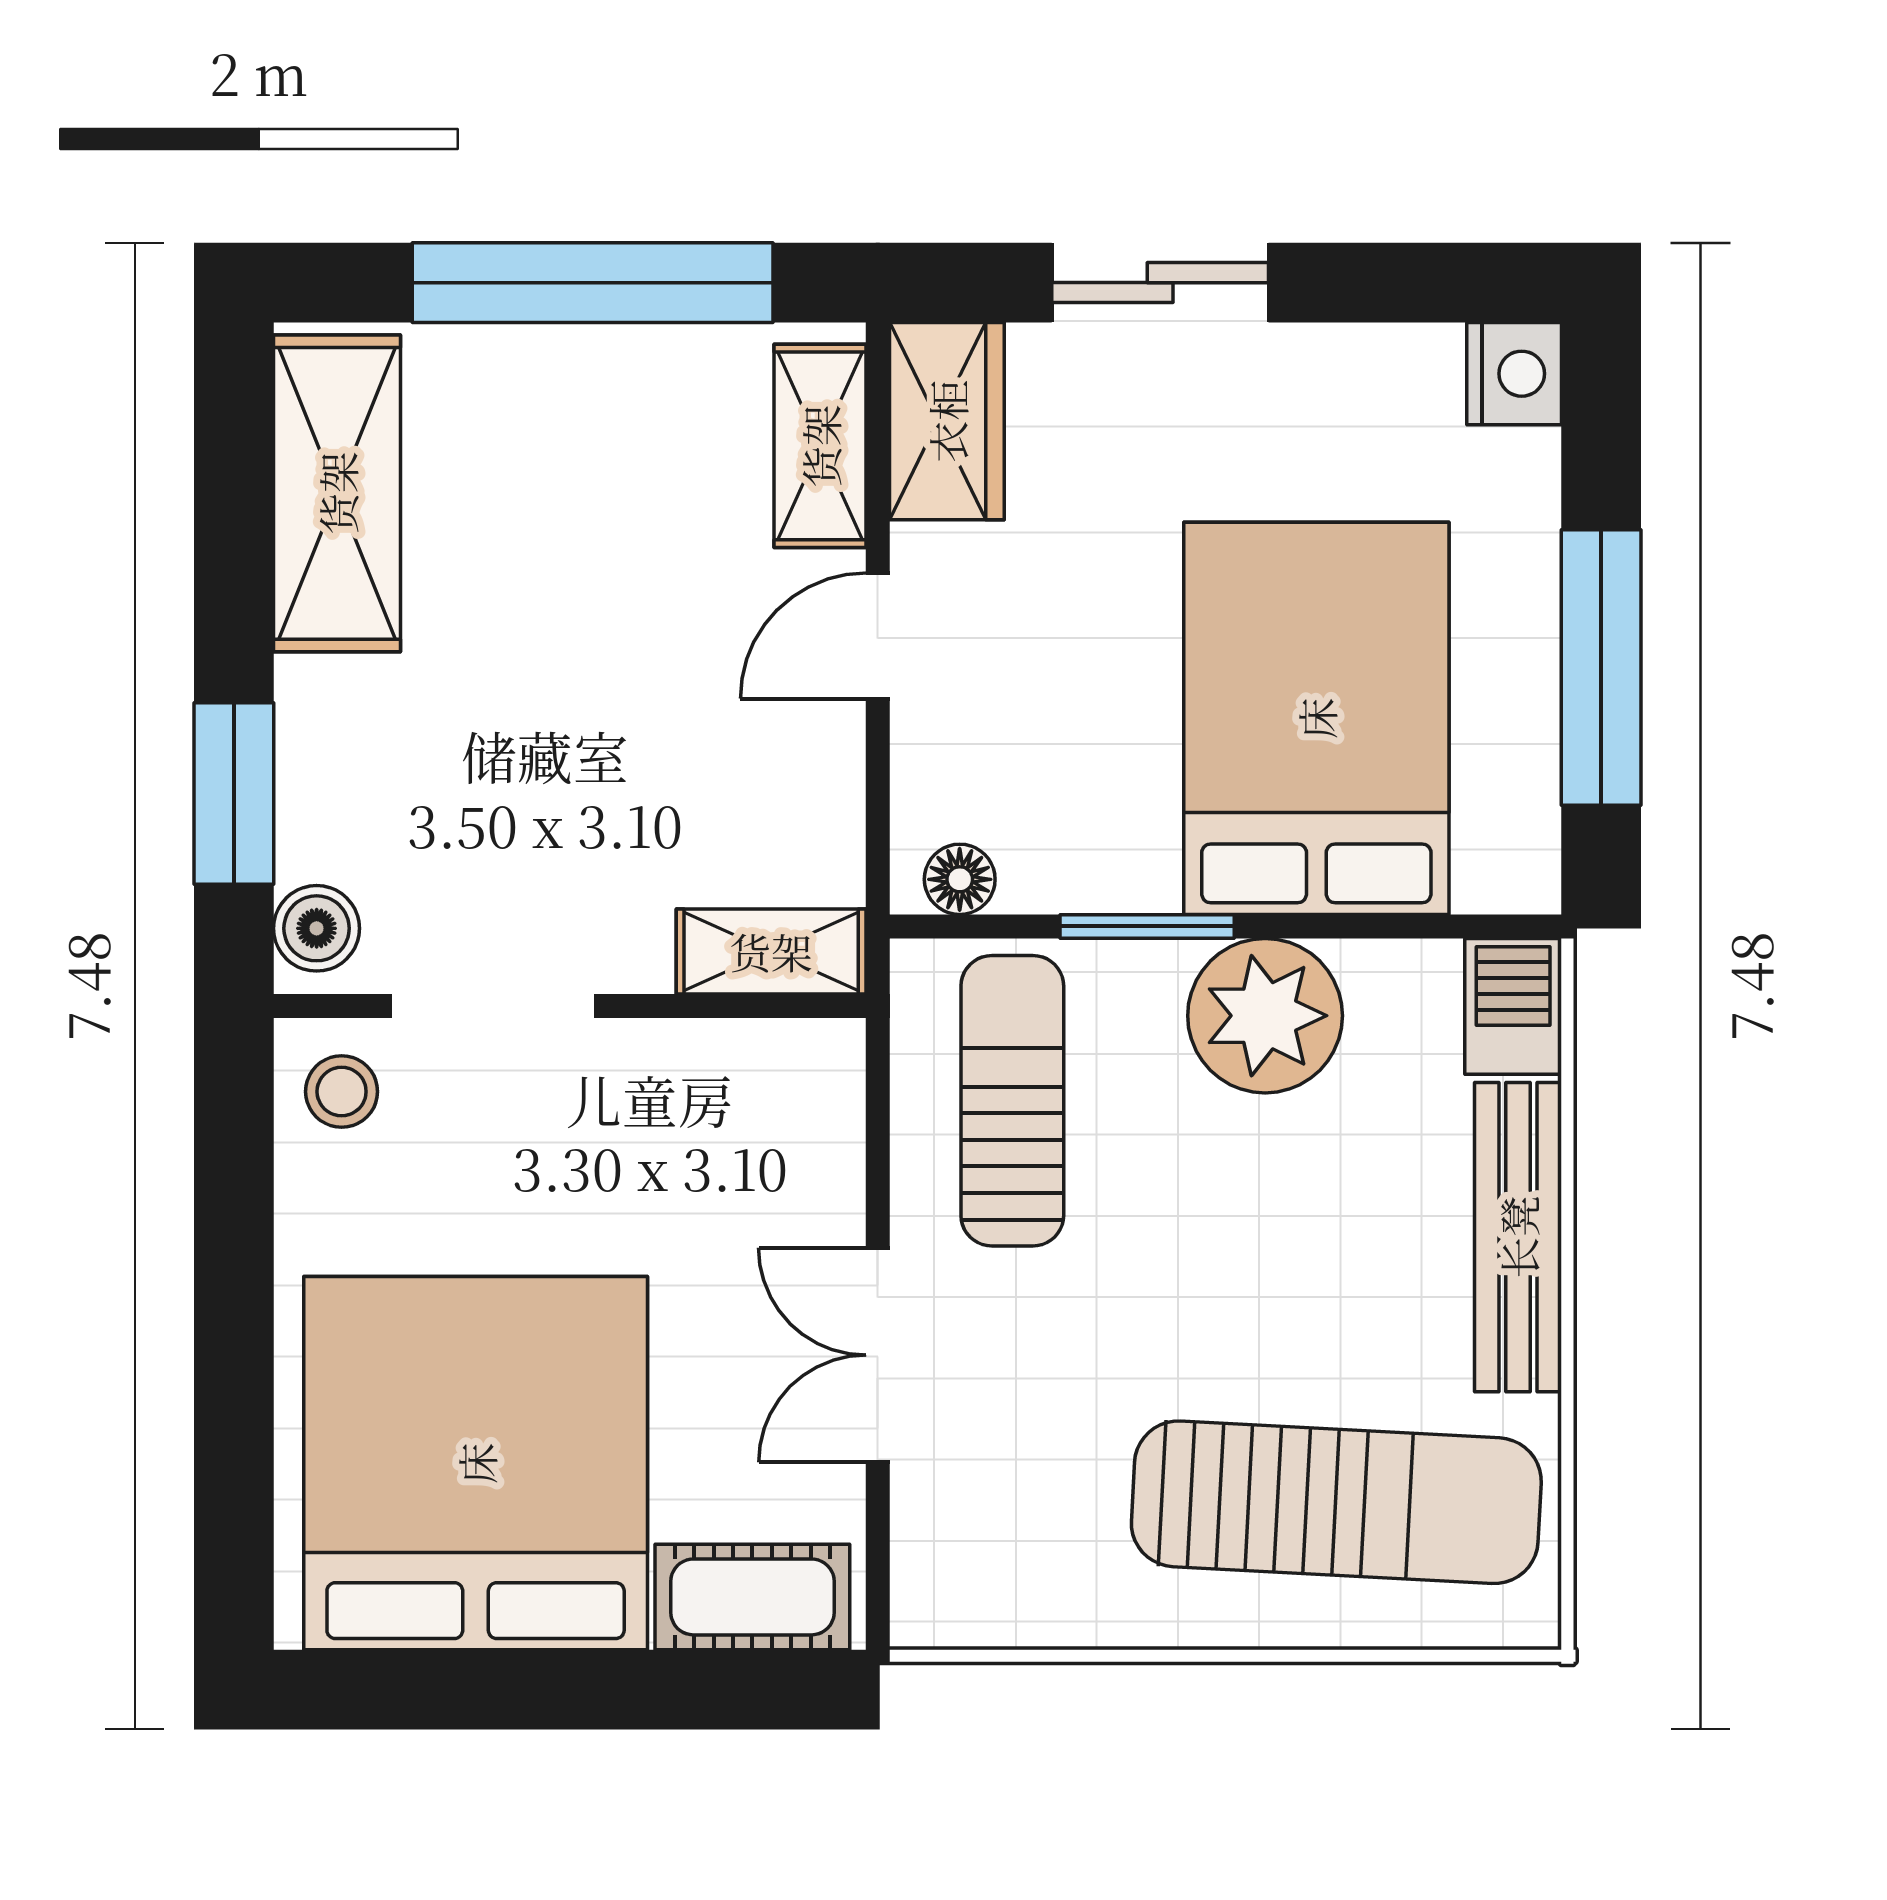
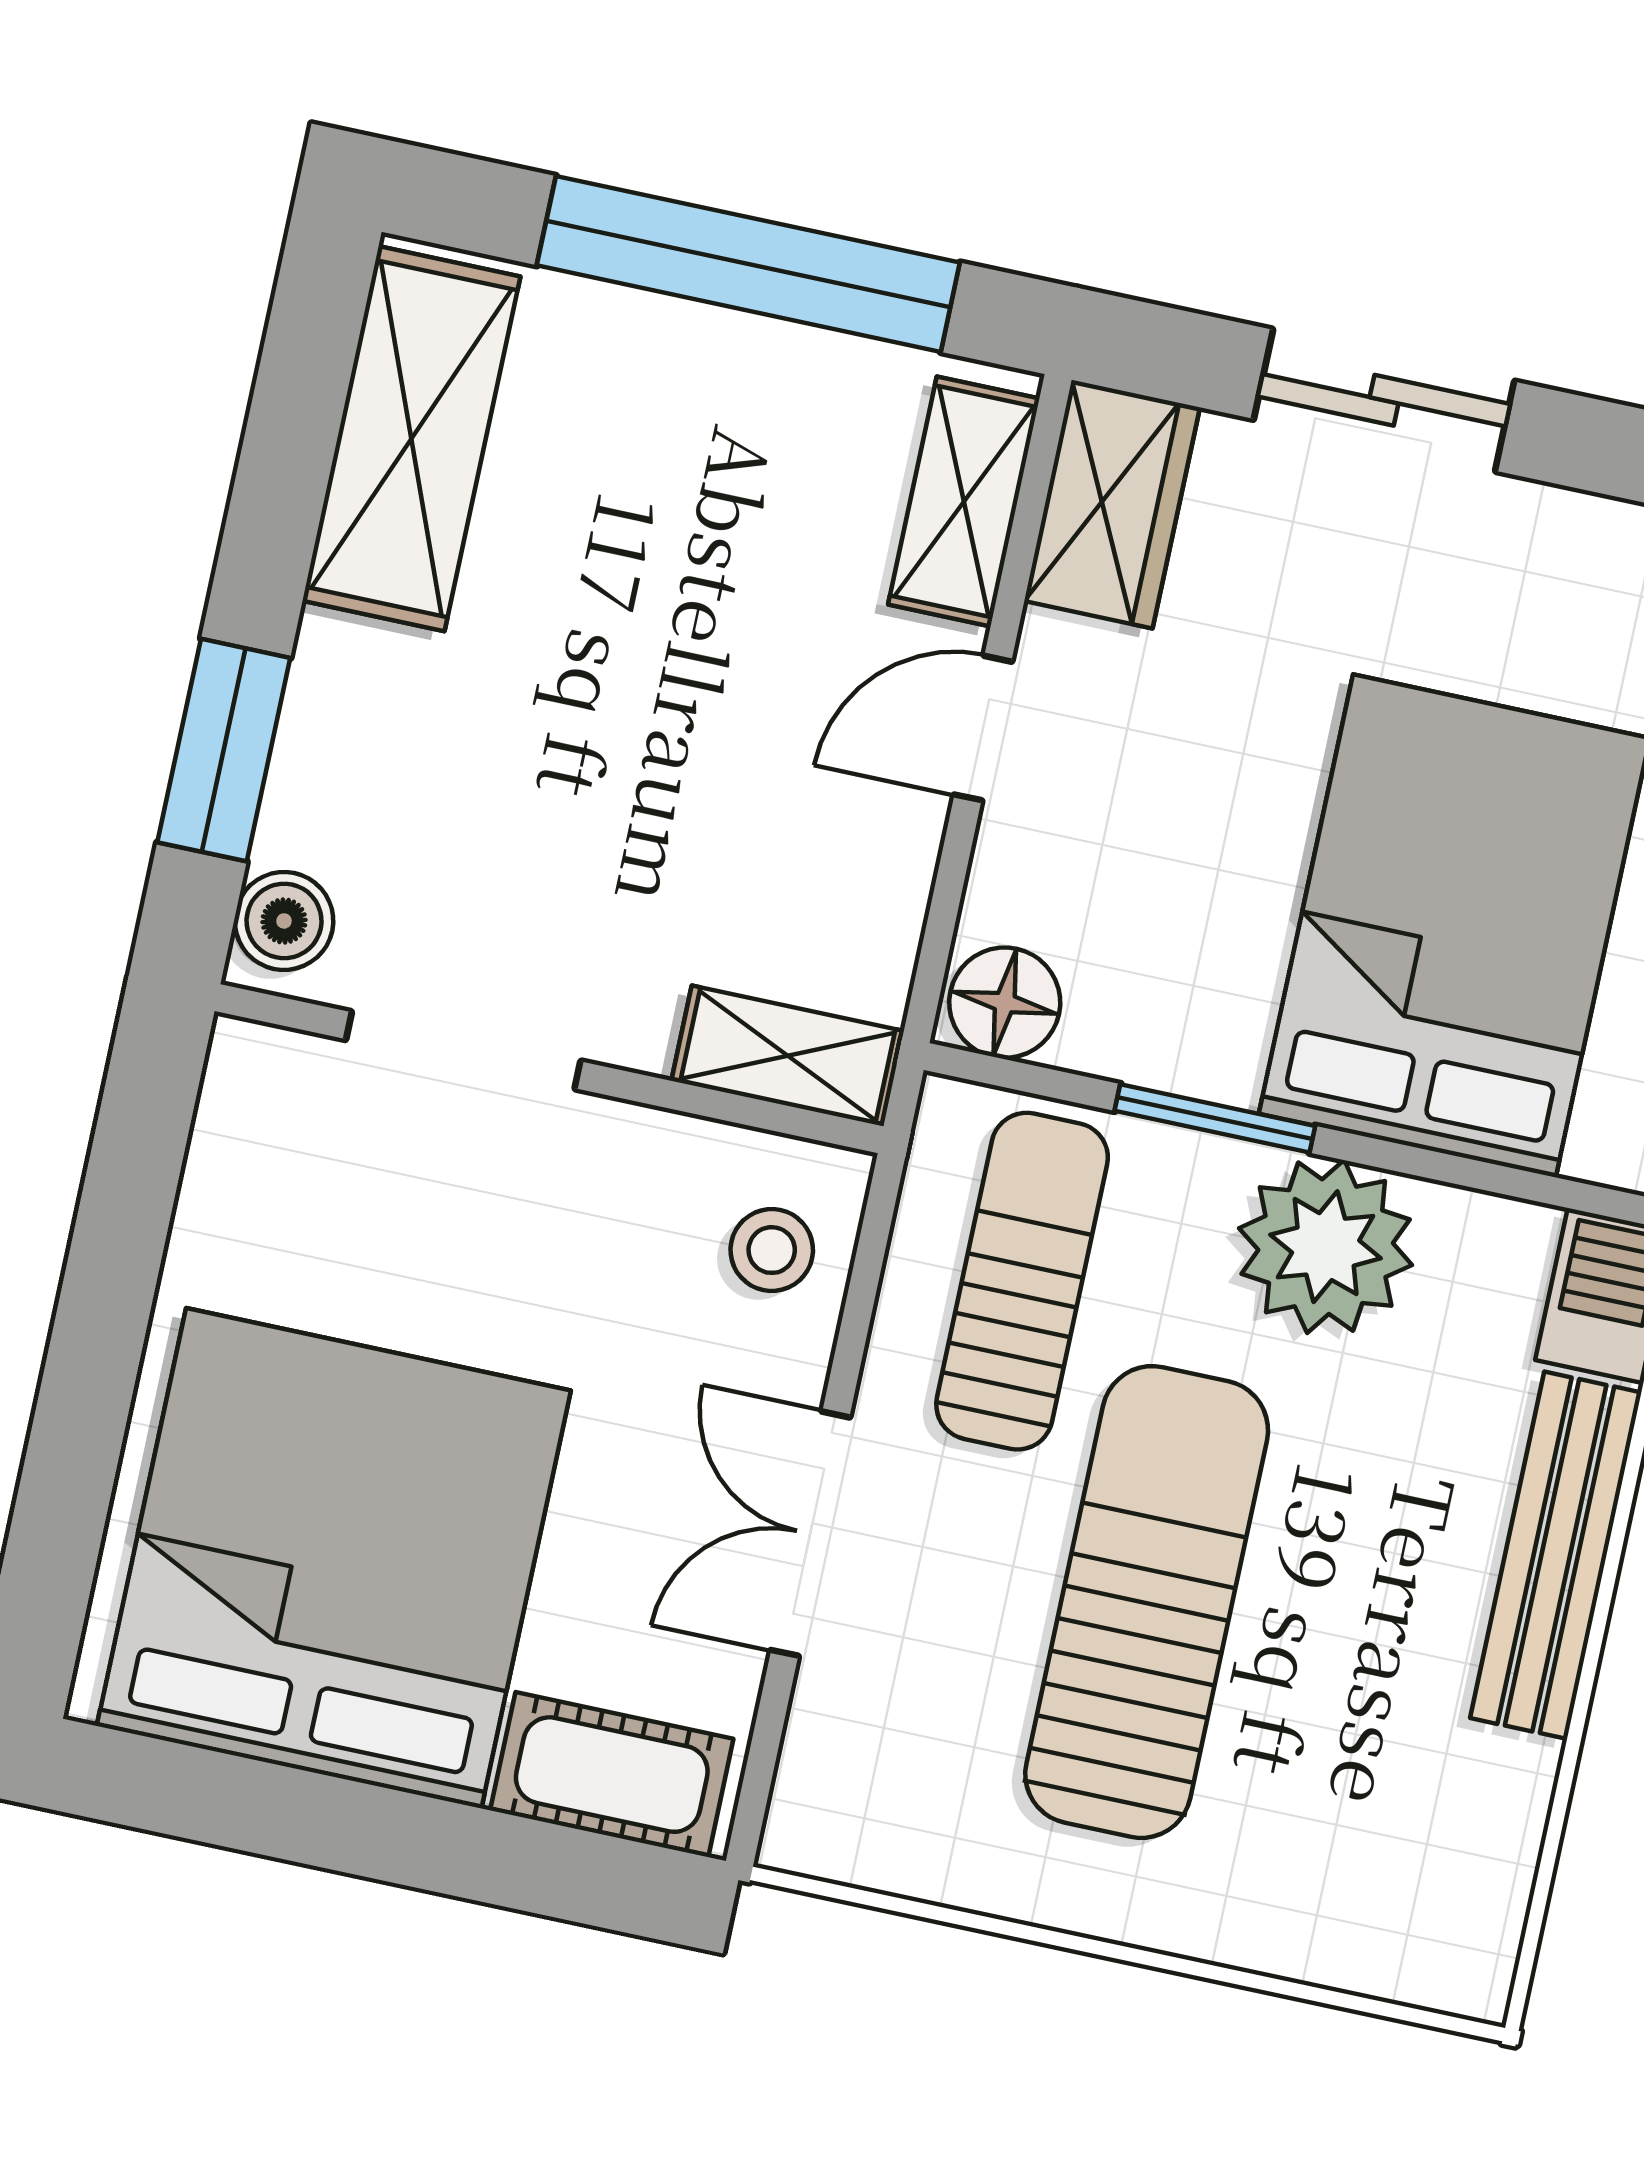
floor lamp: (960, 879) -> (1005, 1003), width x1.37, depth x1.37
stool: (342, 1092) -> (772, 1250), moved
sun lounger: (1336, 1502) -> (1147, 1602), moved, turned -93

